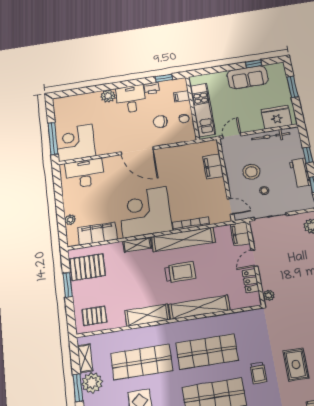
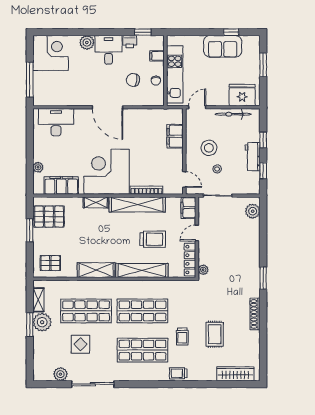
corner desk: (75, 143) -> (51, 53), moved, turned 90
trolley: (180, 272) -> (153, 239), moved
locker: (251, 281) -> (190, 260), width x1.53

